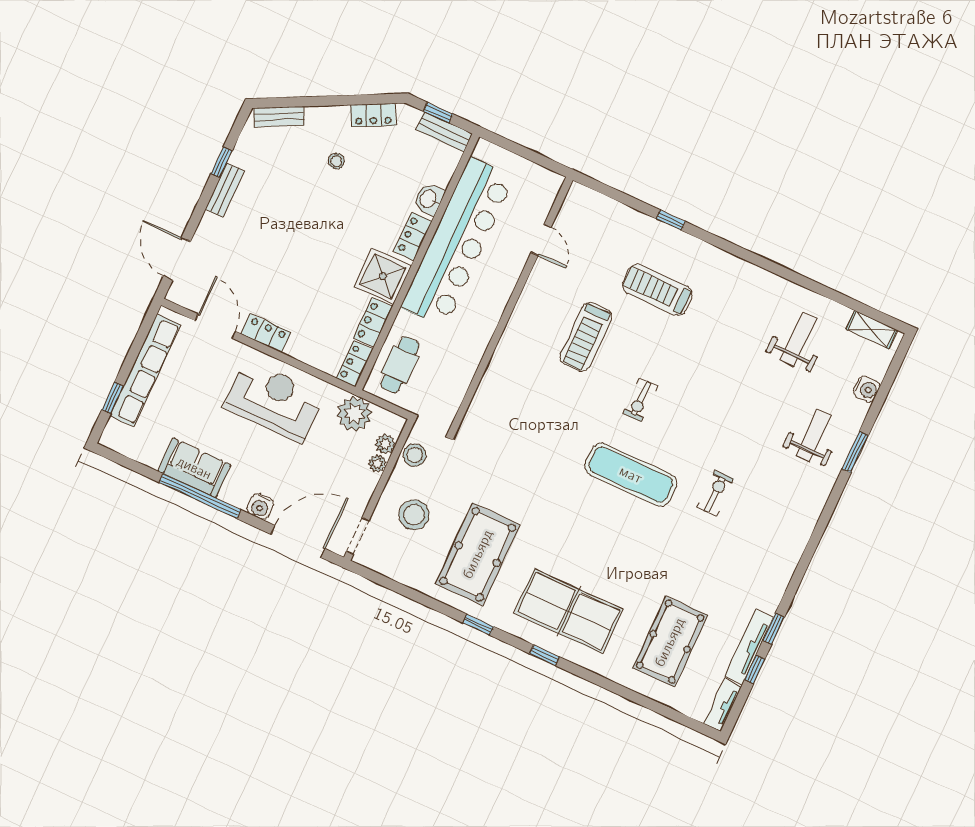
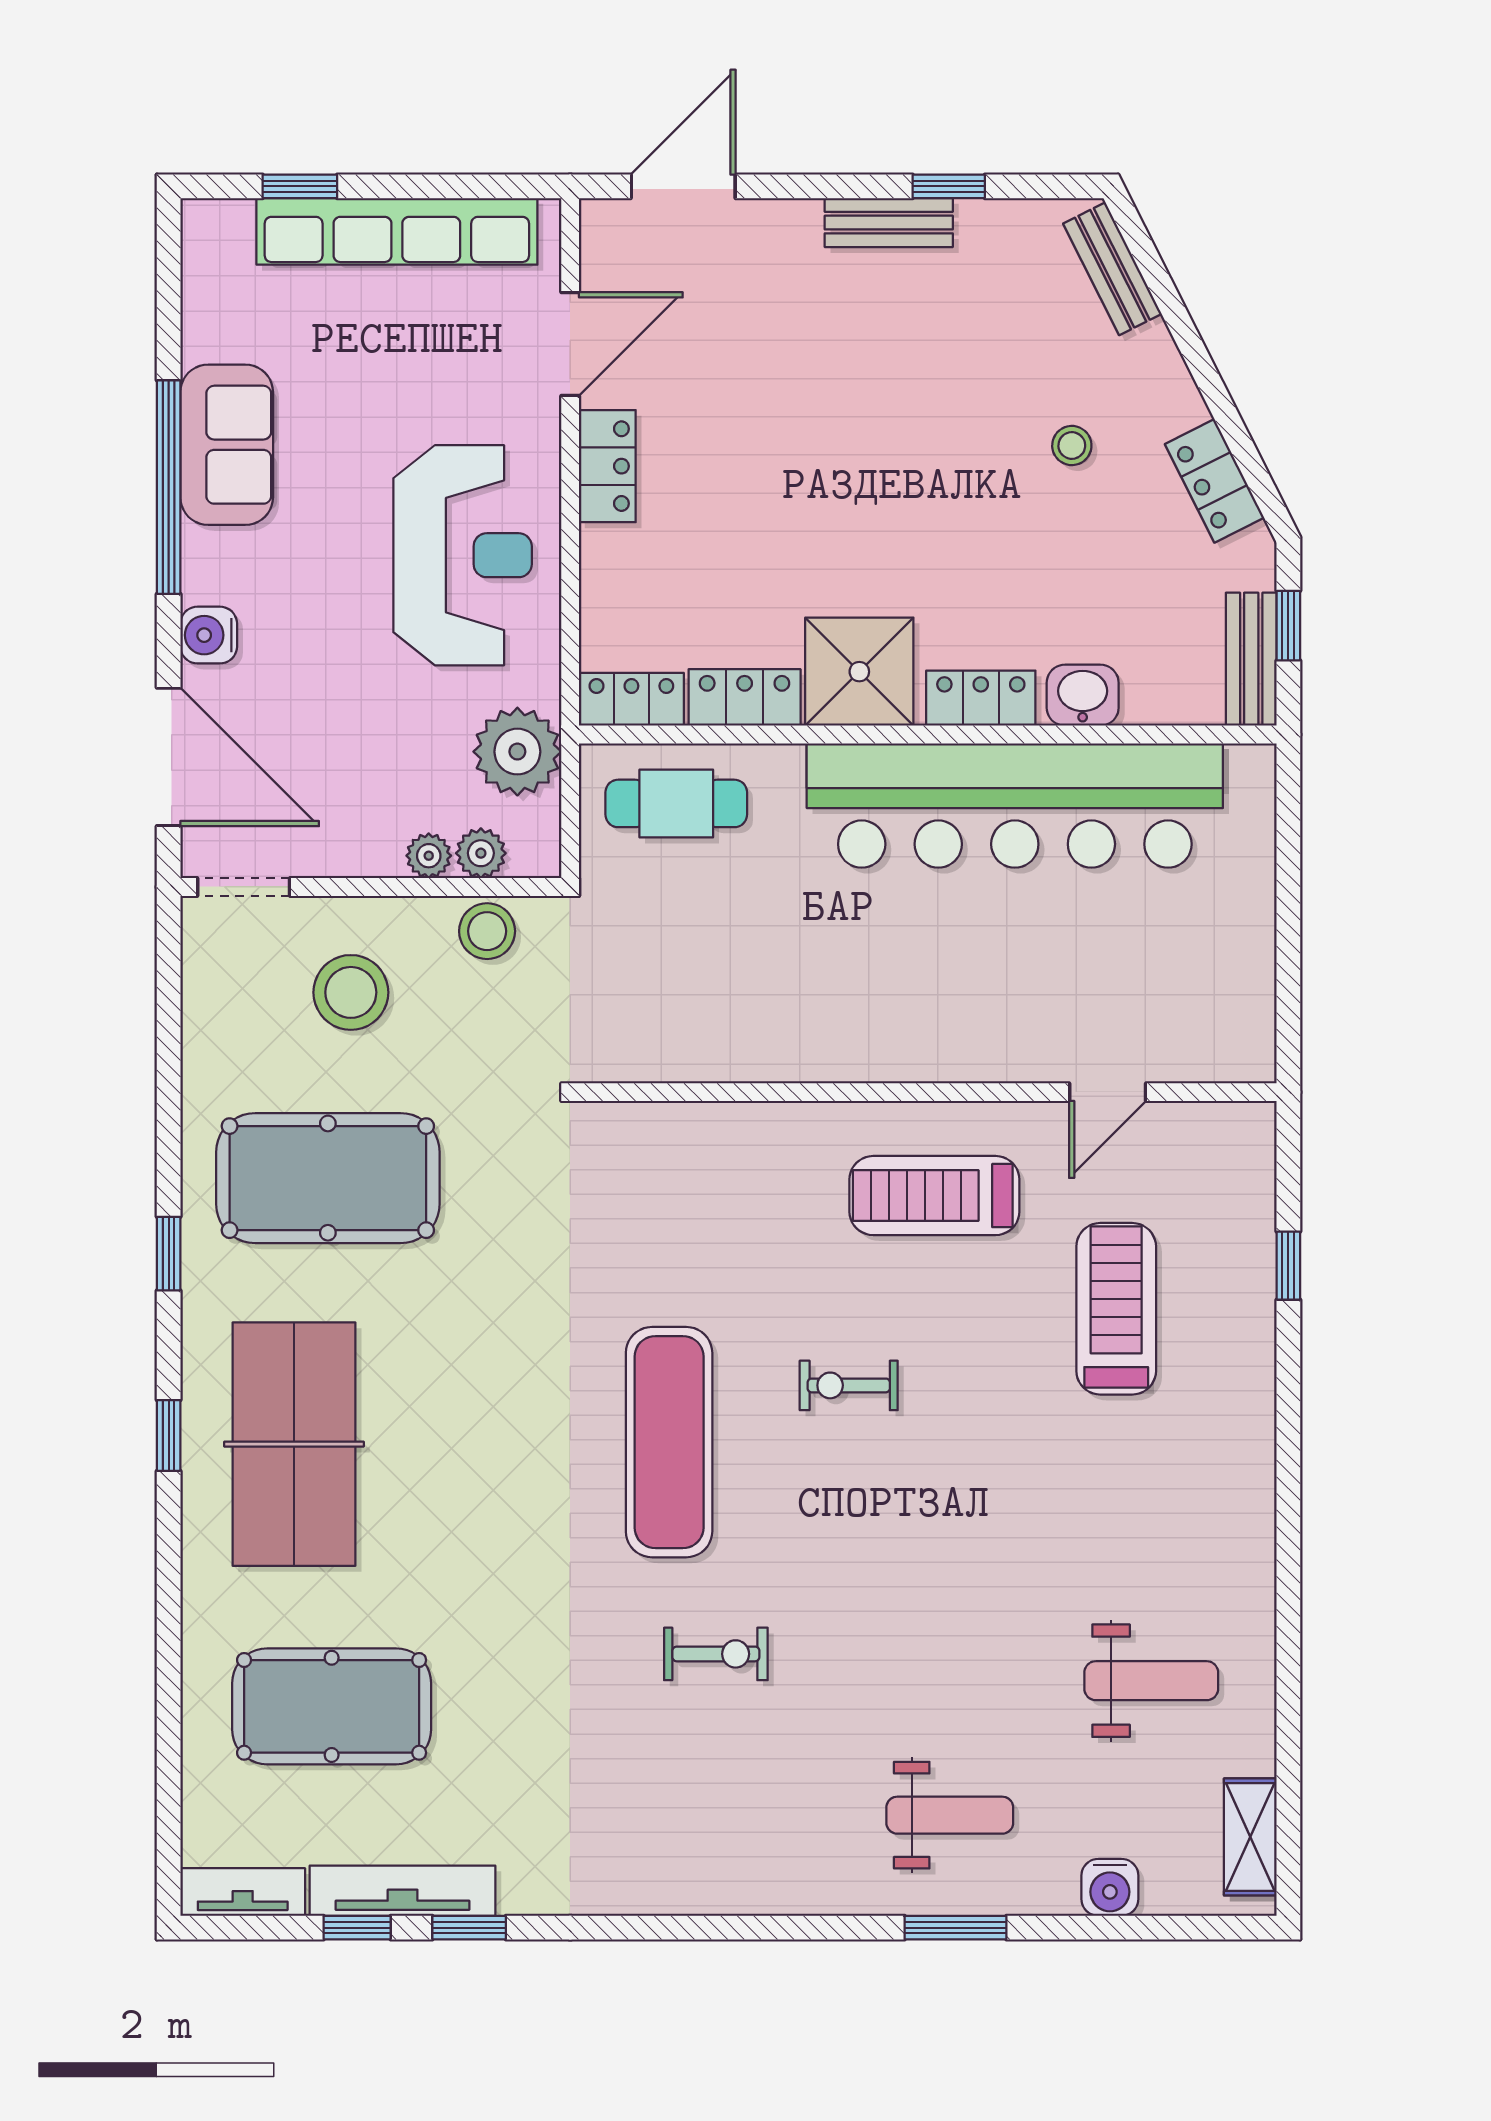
door: (541, 240) -> (1108, 1092), moved
wall: (511, 305) -> (928, 1092), moved

